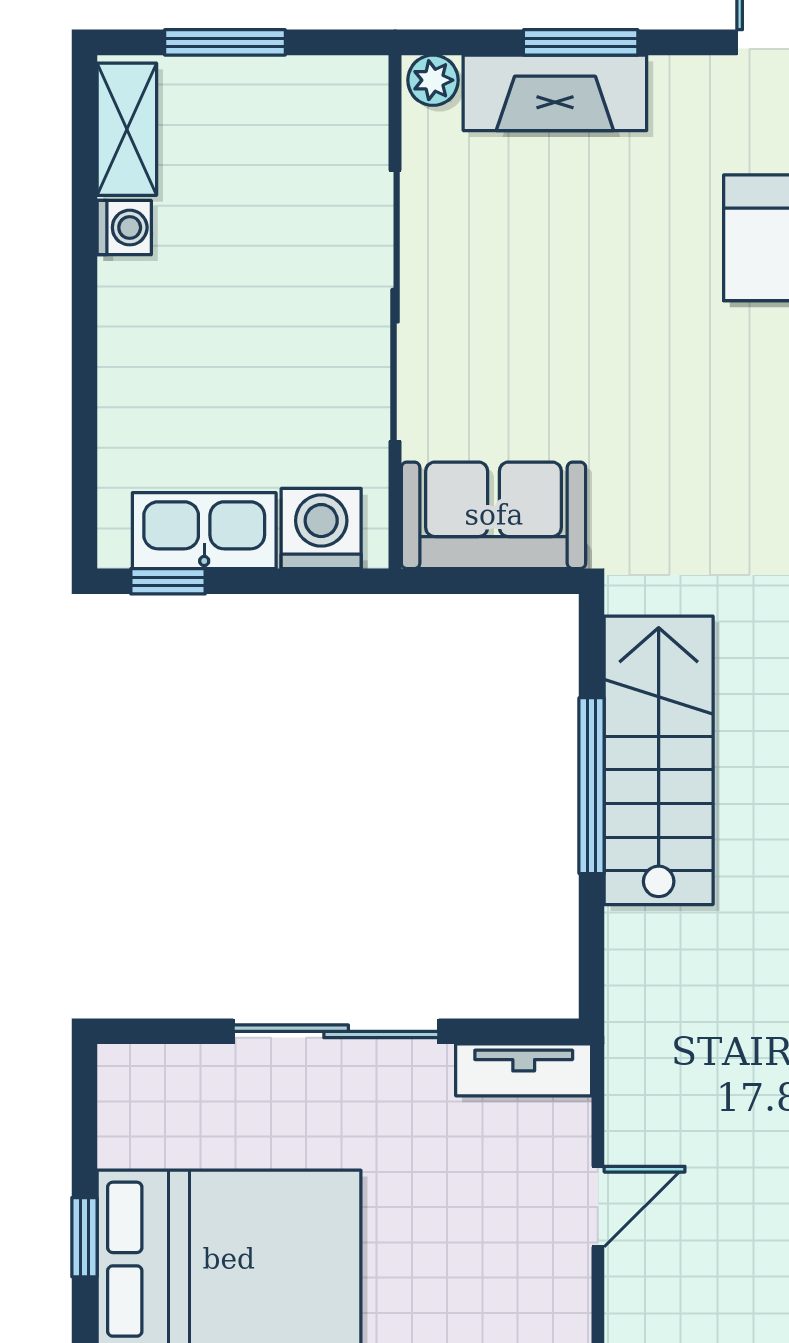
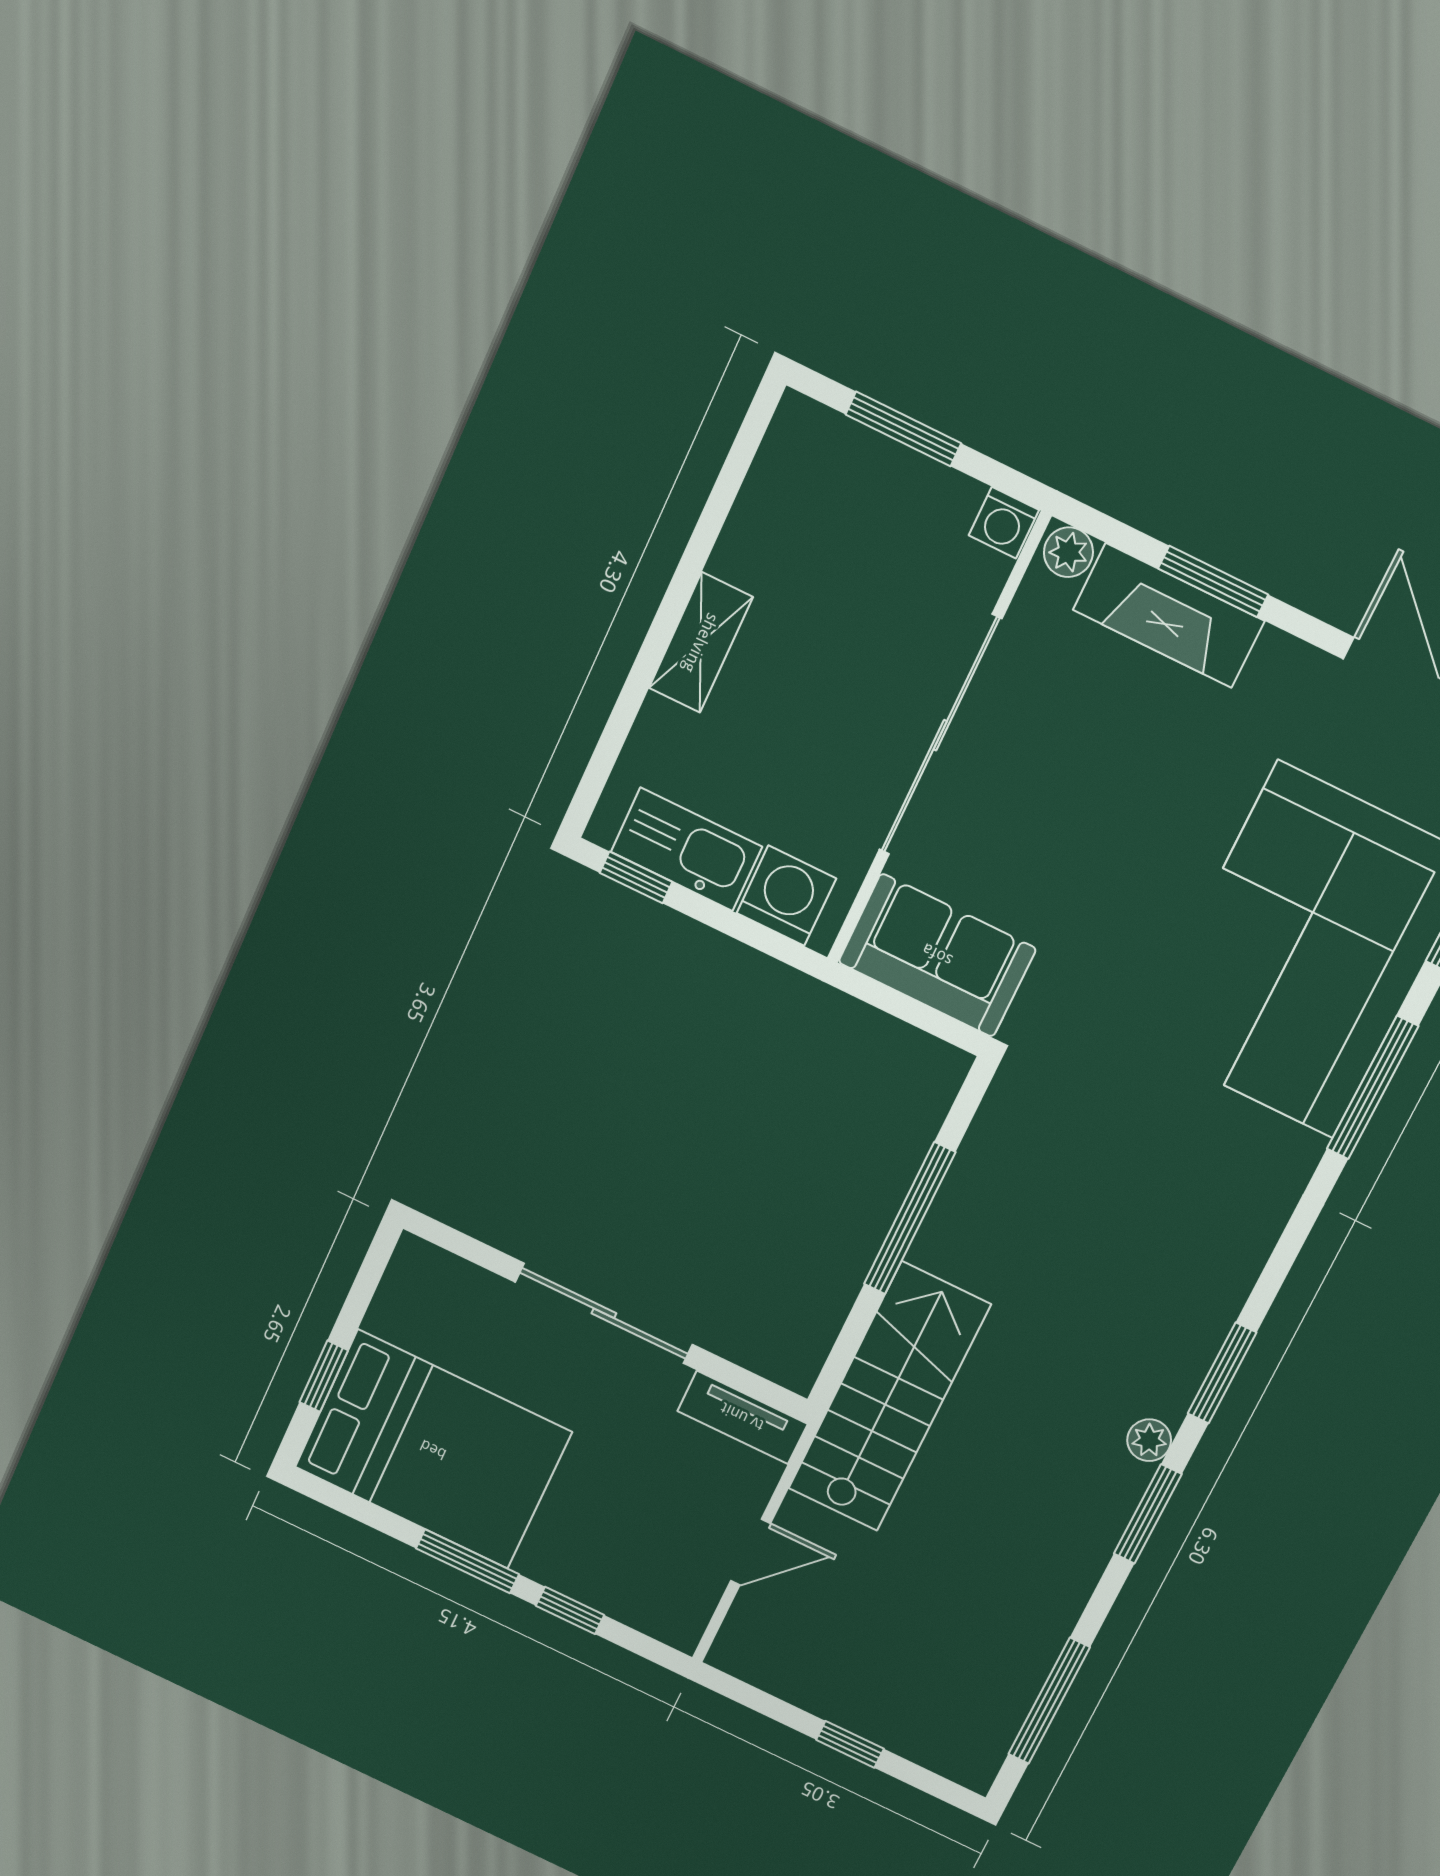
shelving: (127, 129) -> (701, 643), moved
washing machine: (124, 228) -> (1004, 523), moved, turned 90
stairs: (659, 760) -> (889, 1397), moved

